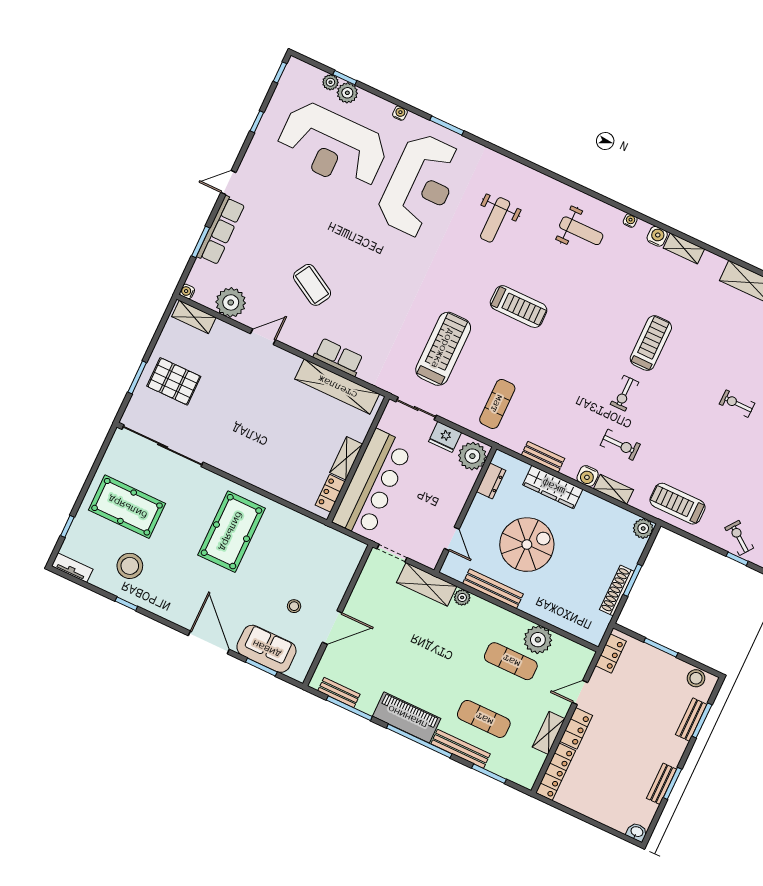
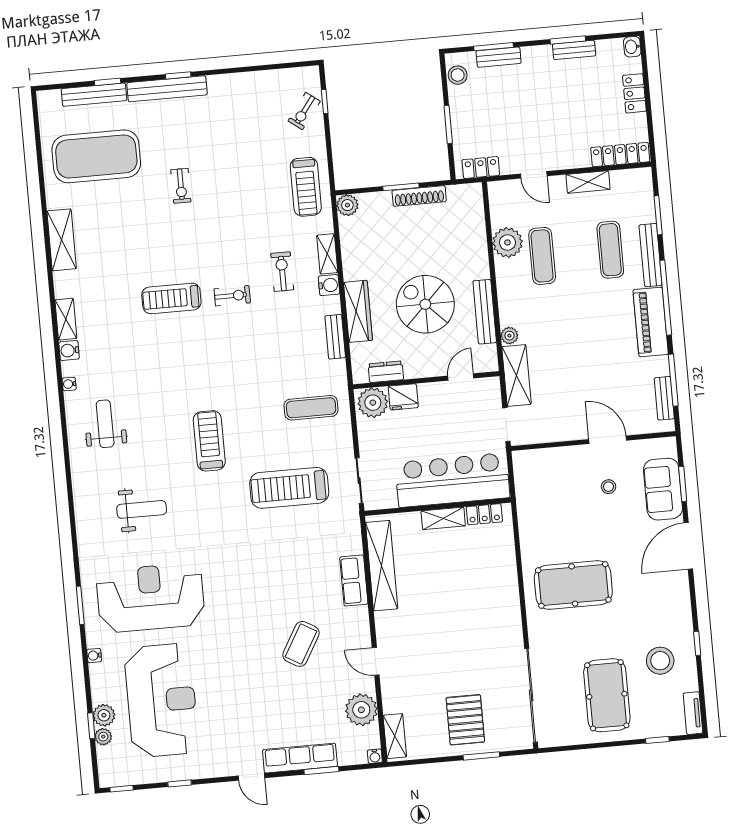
fridge: (445, 437) -> (403, 397), moved, turned 90
locker: (576, 728) -> (634, 93), moved, turned -90

